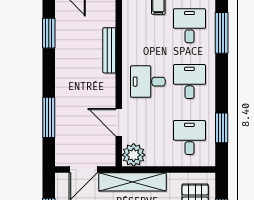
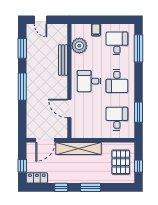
desk: (189, 82) -> (117, 81), turned 180
window: (49, 117) -> (22, 87), moved
plant: (134, 155) -> (79, 46), moved

